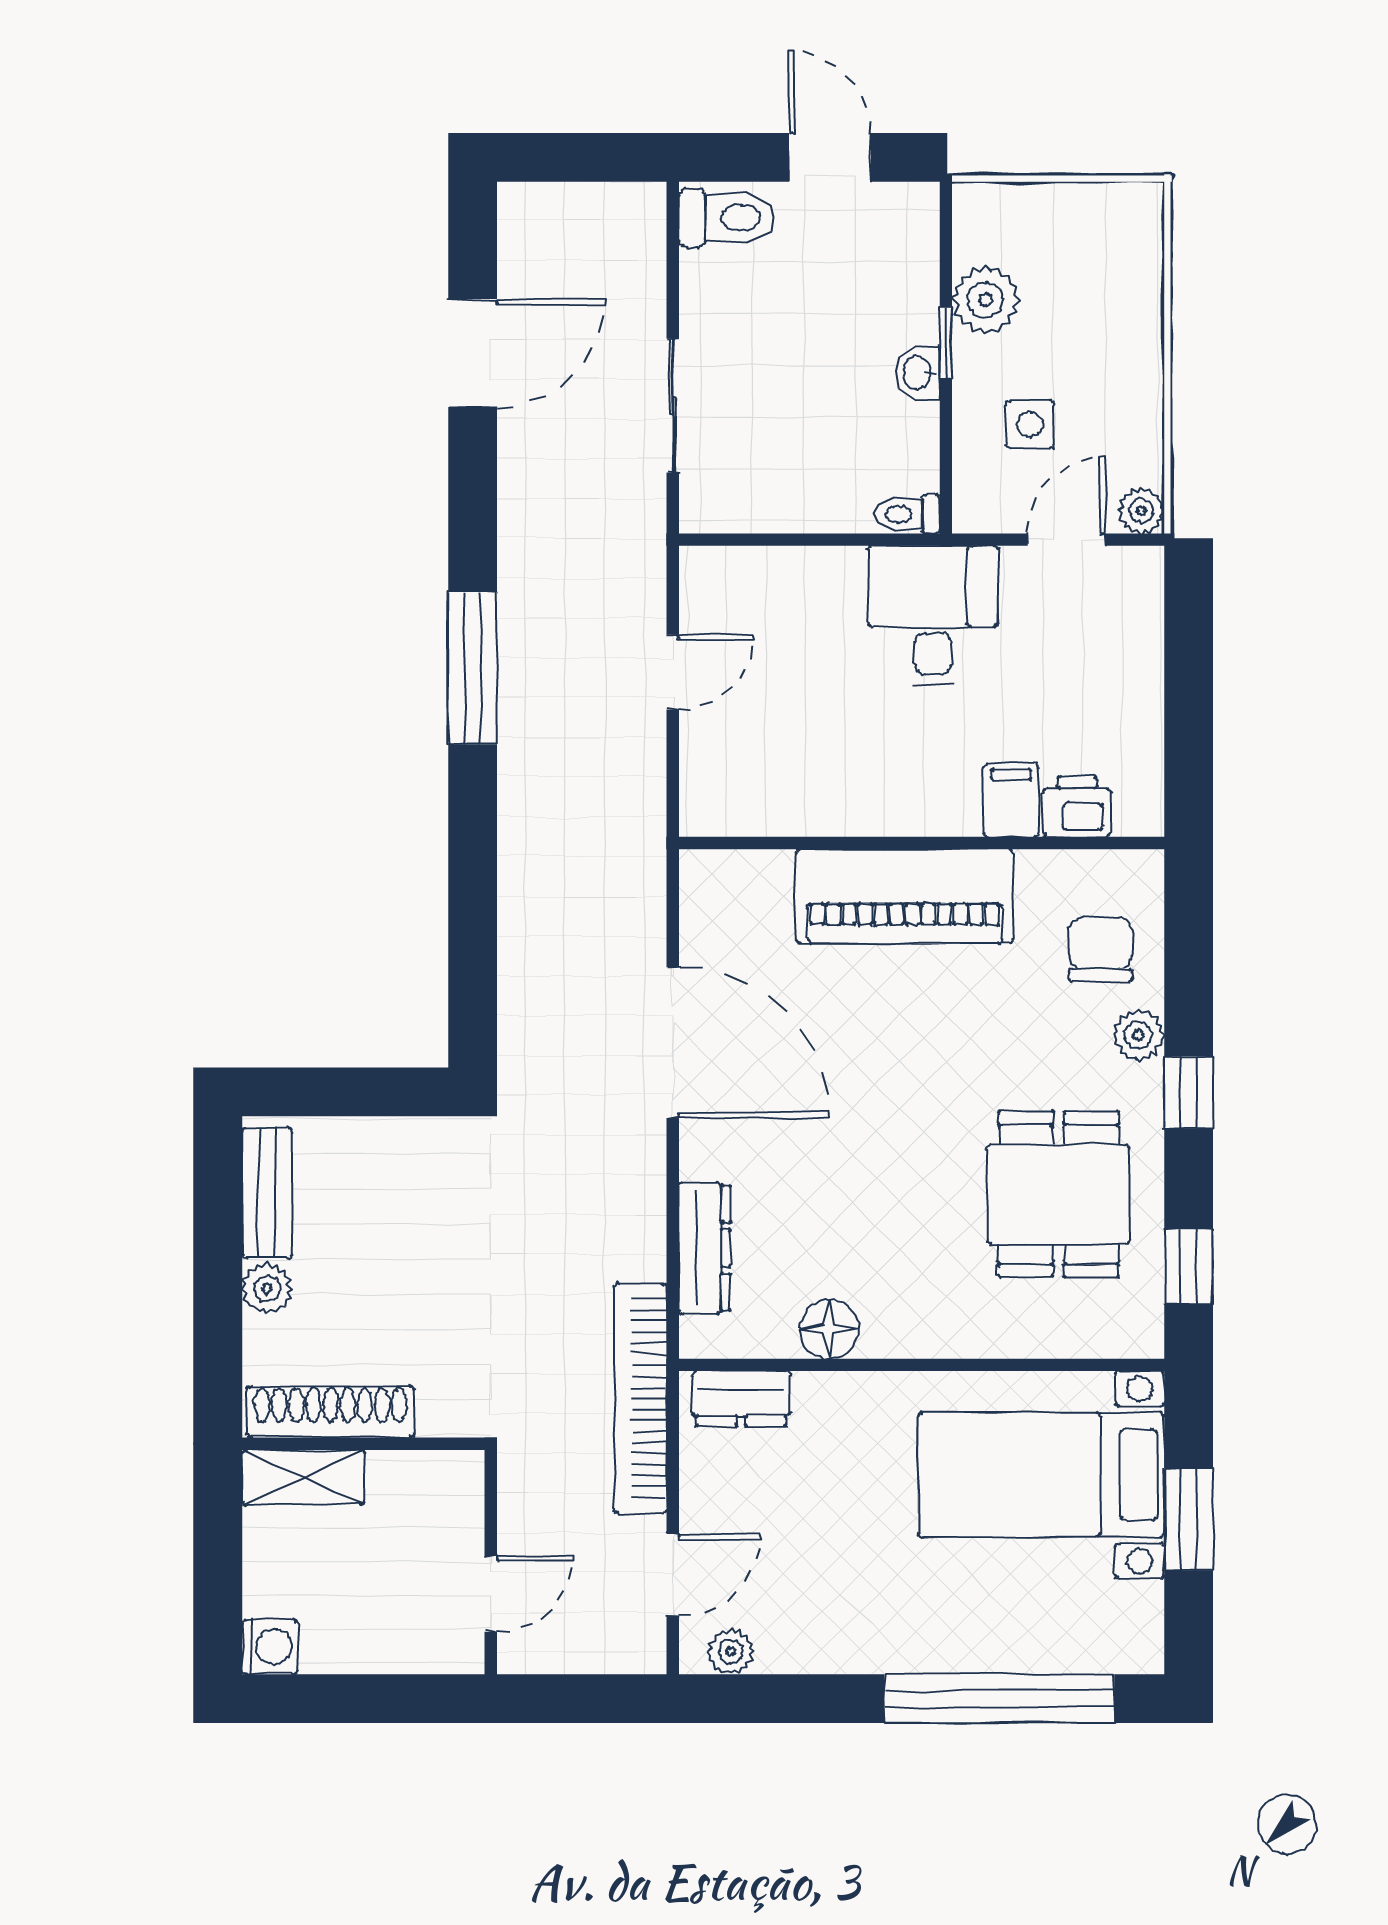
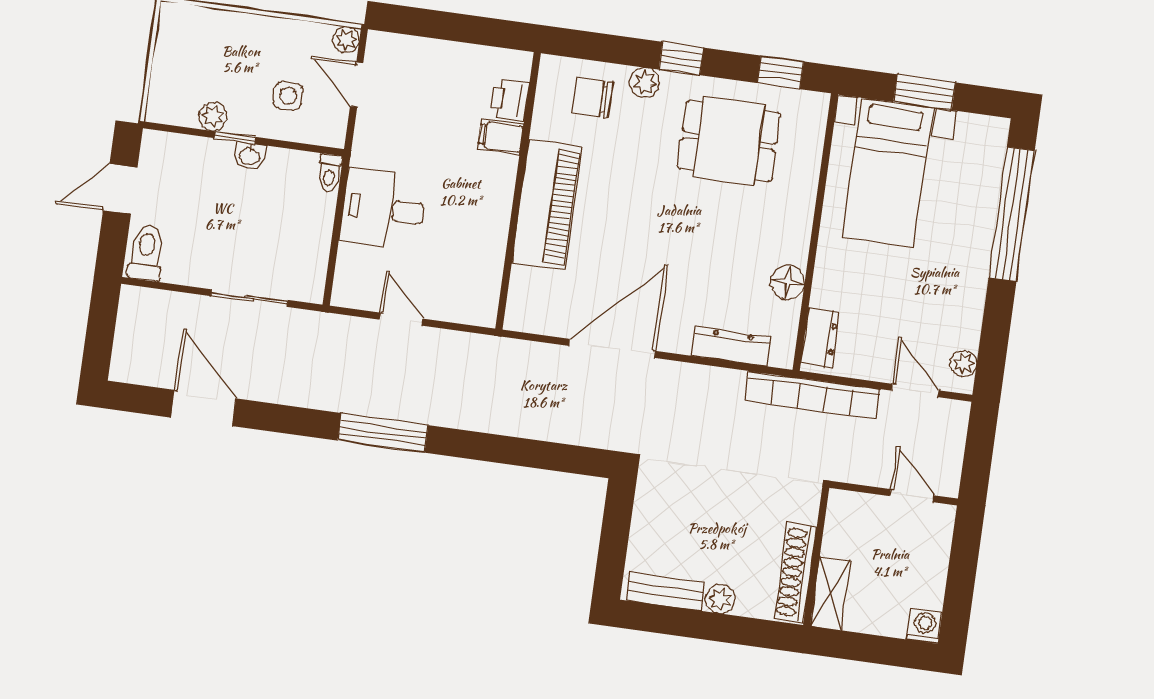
plant: (986, 300) -> (213, 117), width x0.73, depth x0.73
desk: (933, 616) -> (383, 209), moved

